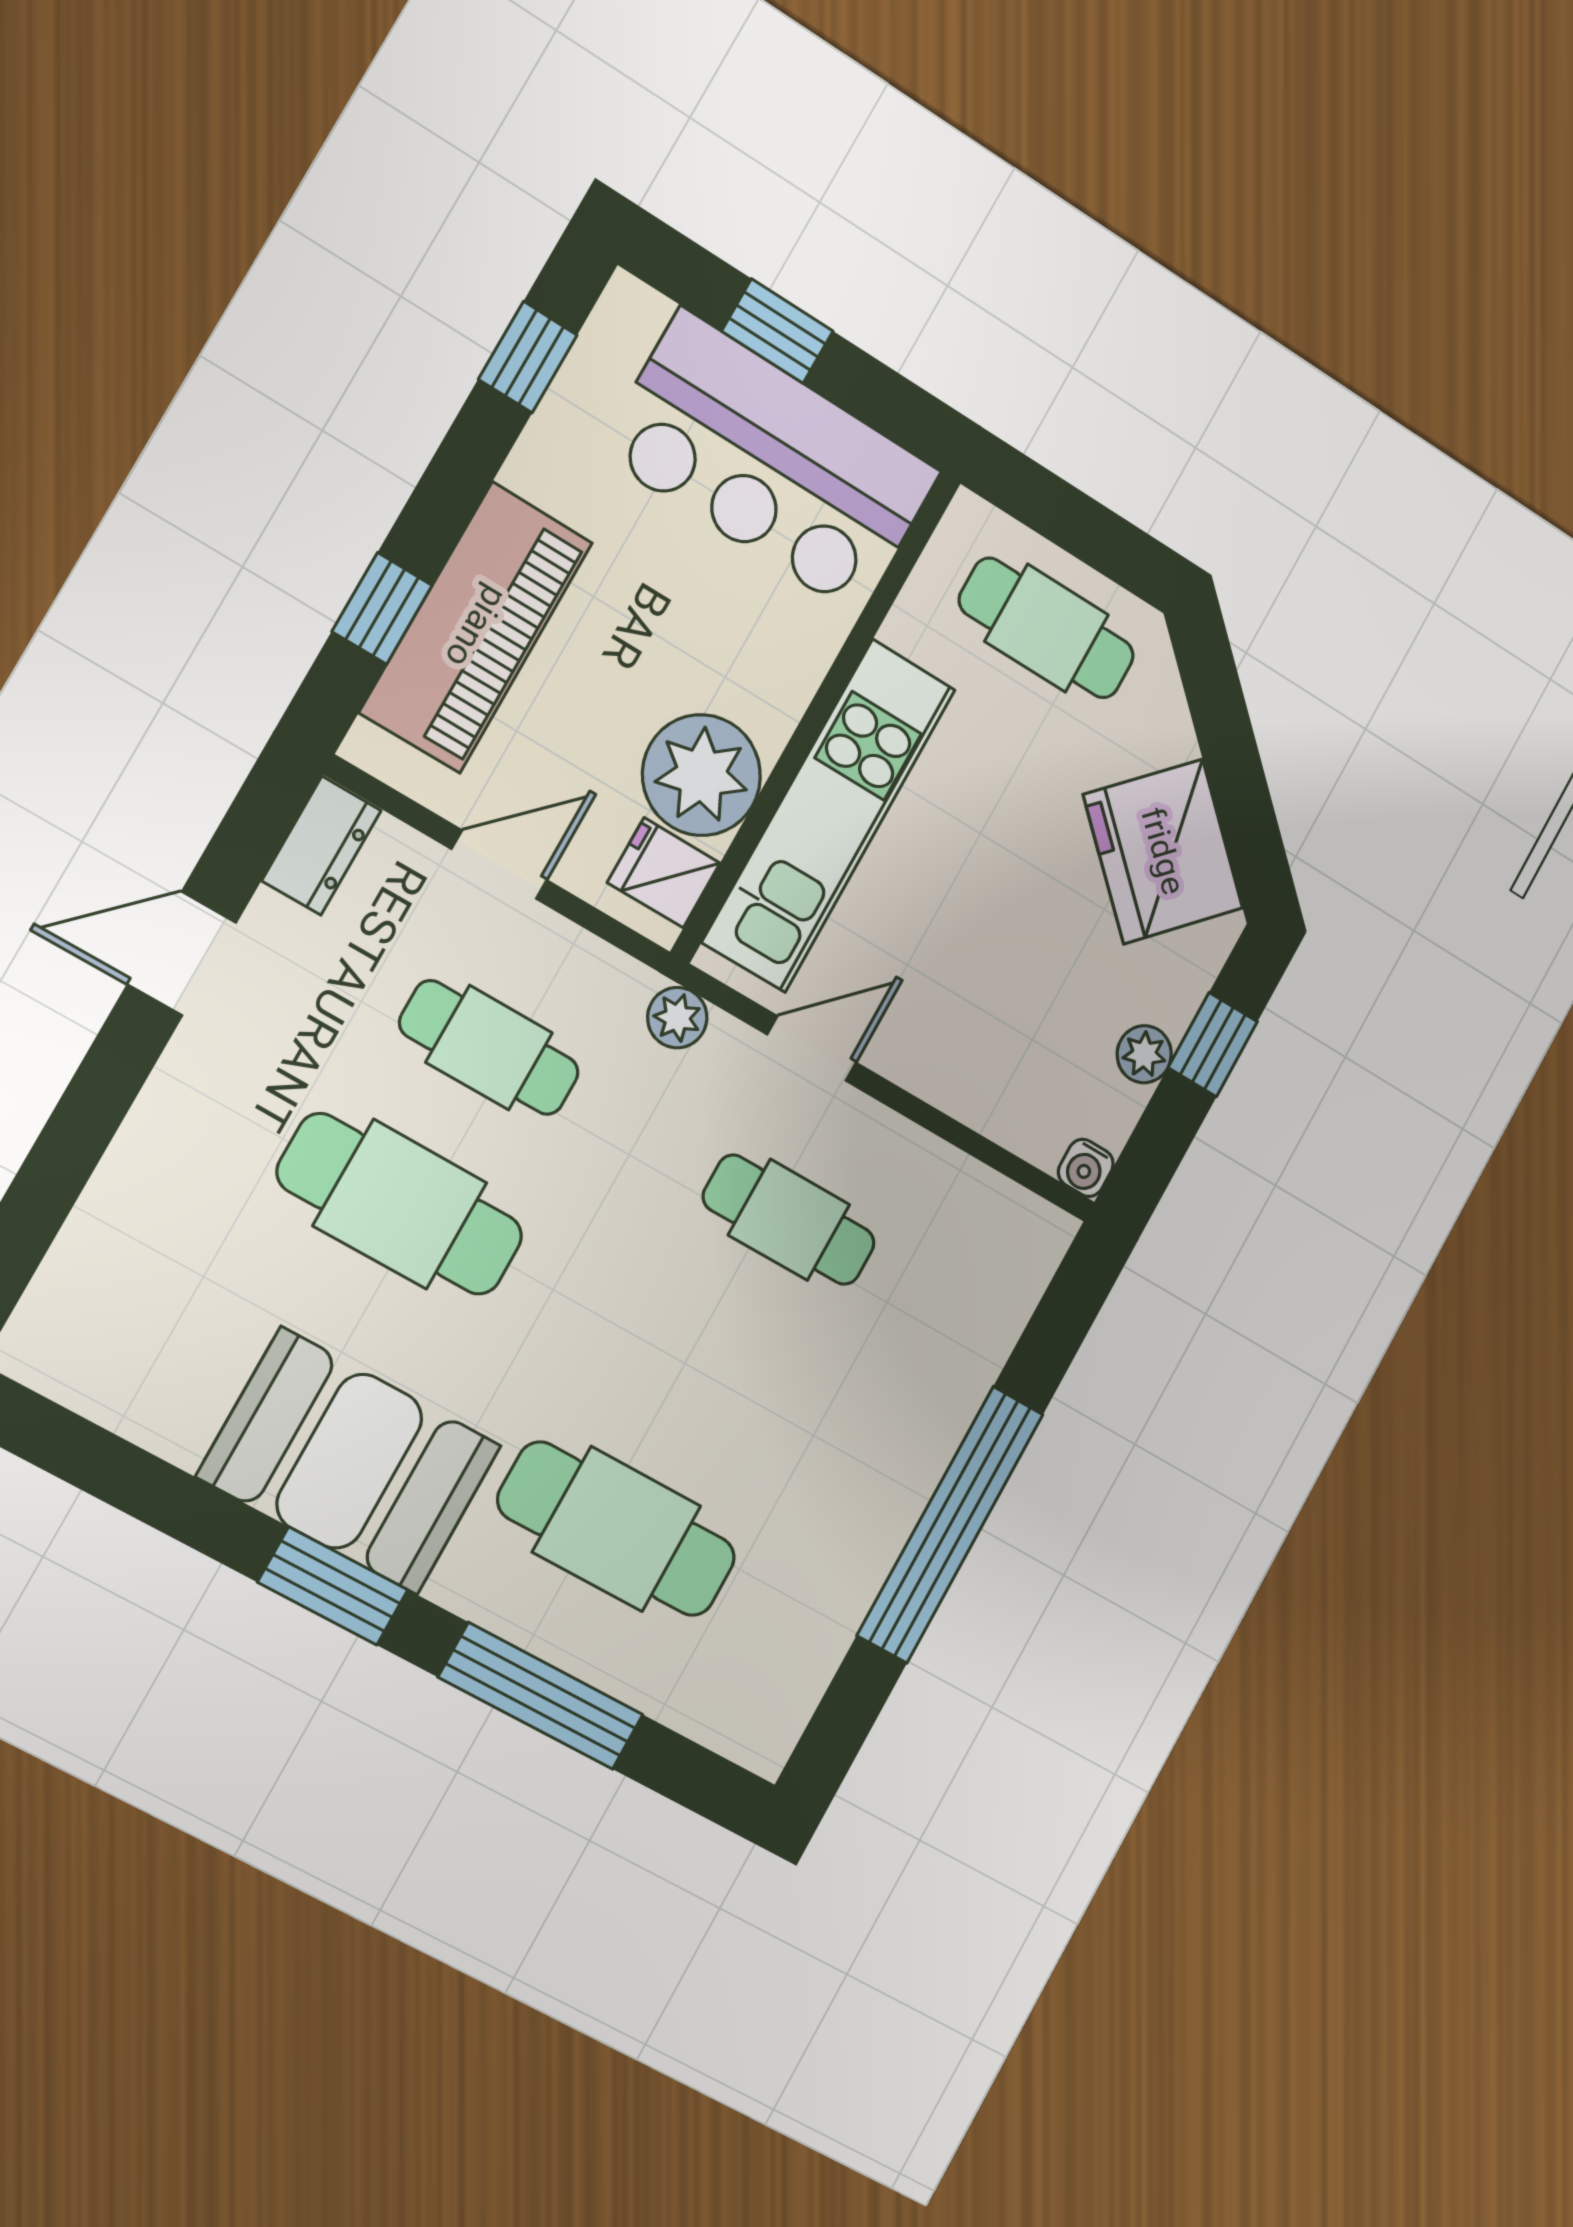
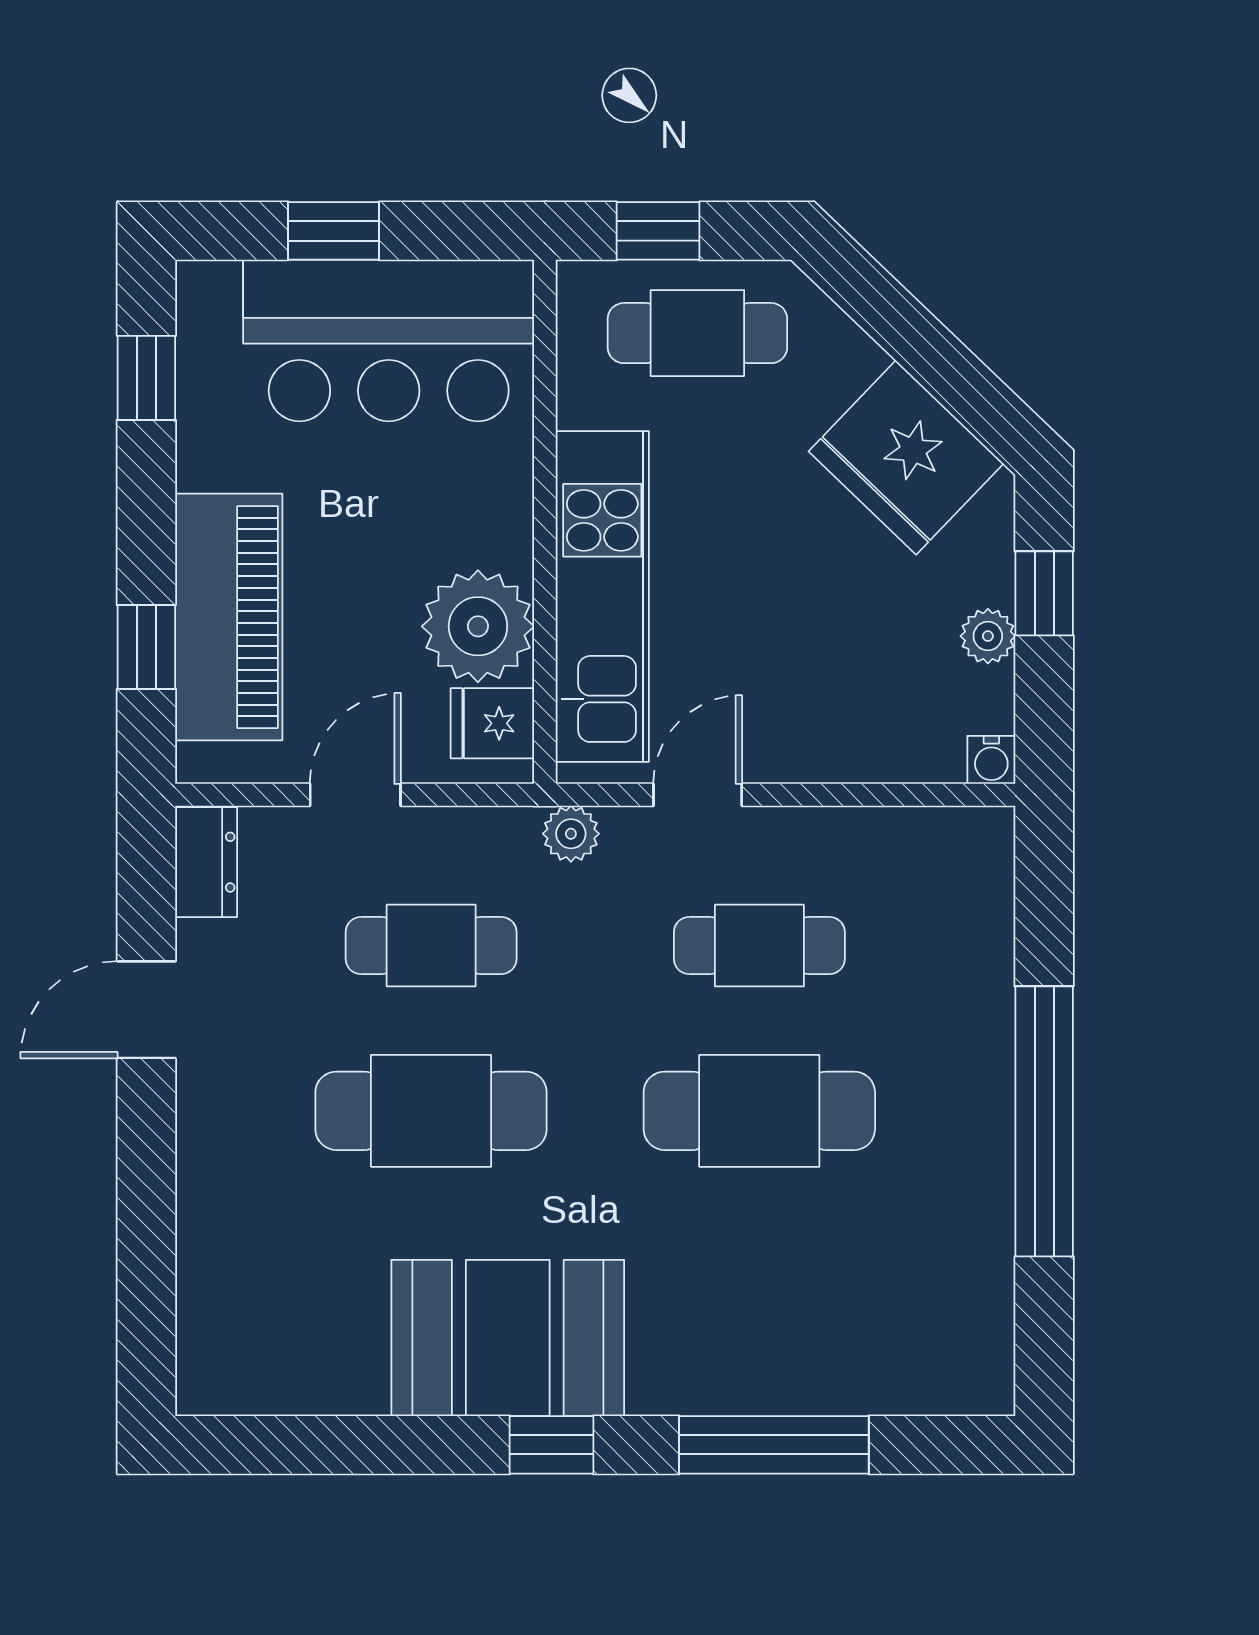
window: (1064, 515) -> (658, 231), added
cafe table: (617, 1529) -> (759, 1111), moved
window: (333, 1586) -> (552, 1445), width x0.67

